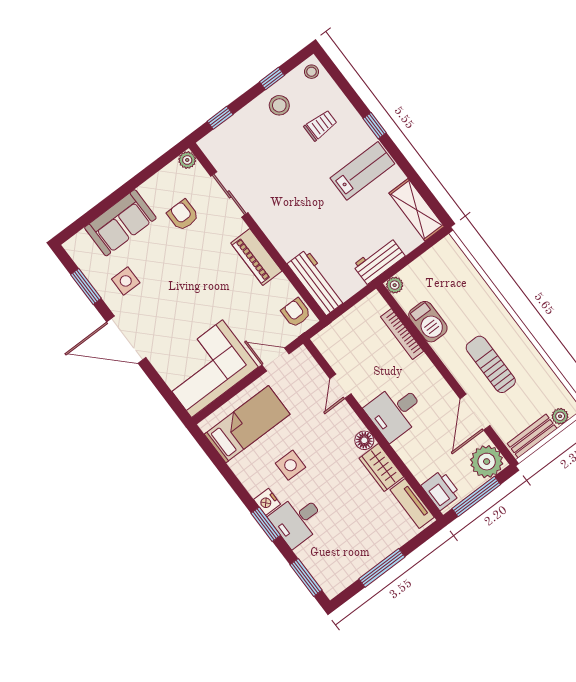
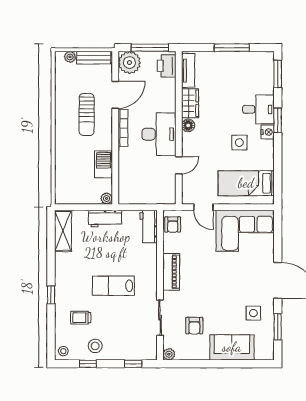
lab bench: (362, 171) -> (113, 286), moved
workbench: (316, 282) -> (149, 226), width x0.73
bookcase: (402, 334) -> (123, 128), moved
desk: (395, 411) -> (159, 134), width x1.37

